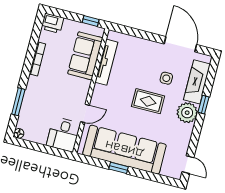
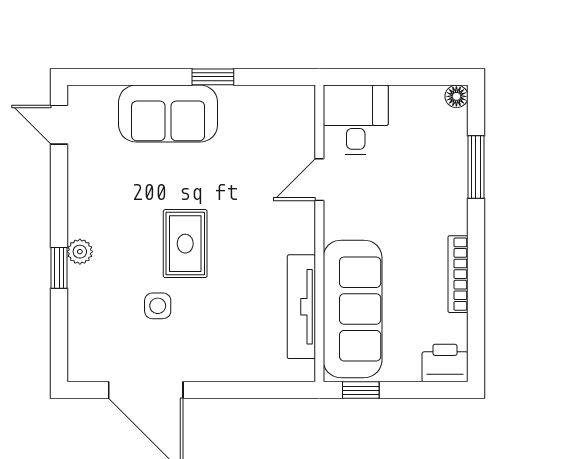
sofa: (85, 56) -> (353, 309), width x1.36
fireplace: (197, 82) -> (87, 315), removed
rug: (148, 101) -> (185, 244), turned 90
plant: (187, 113) -> (80, 252), width x0.53, depth x0.53
sofa: (124, 150) -> (168, 114), width x0.54, depth x0.79

